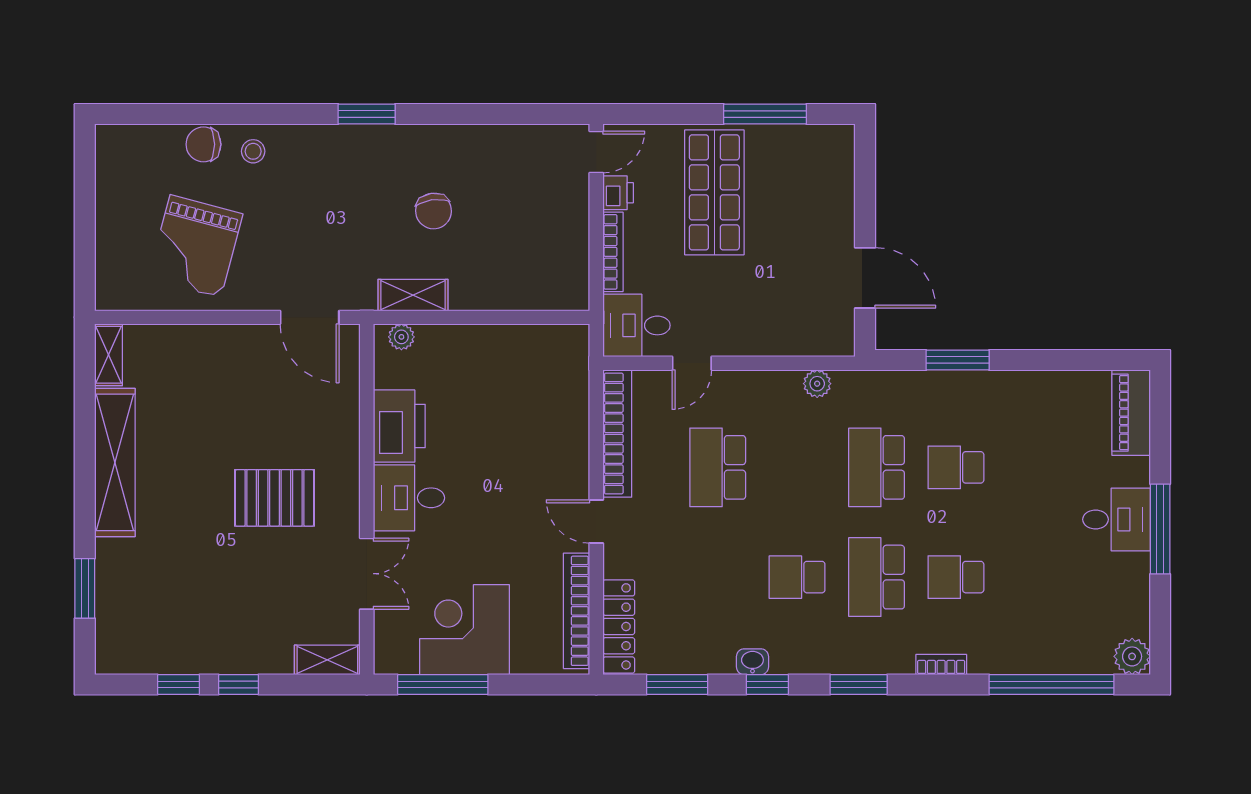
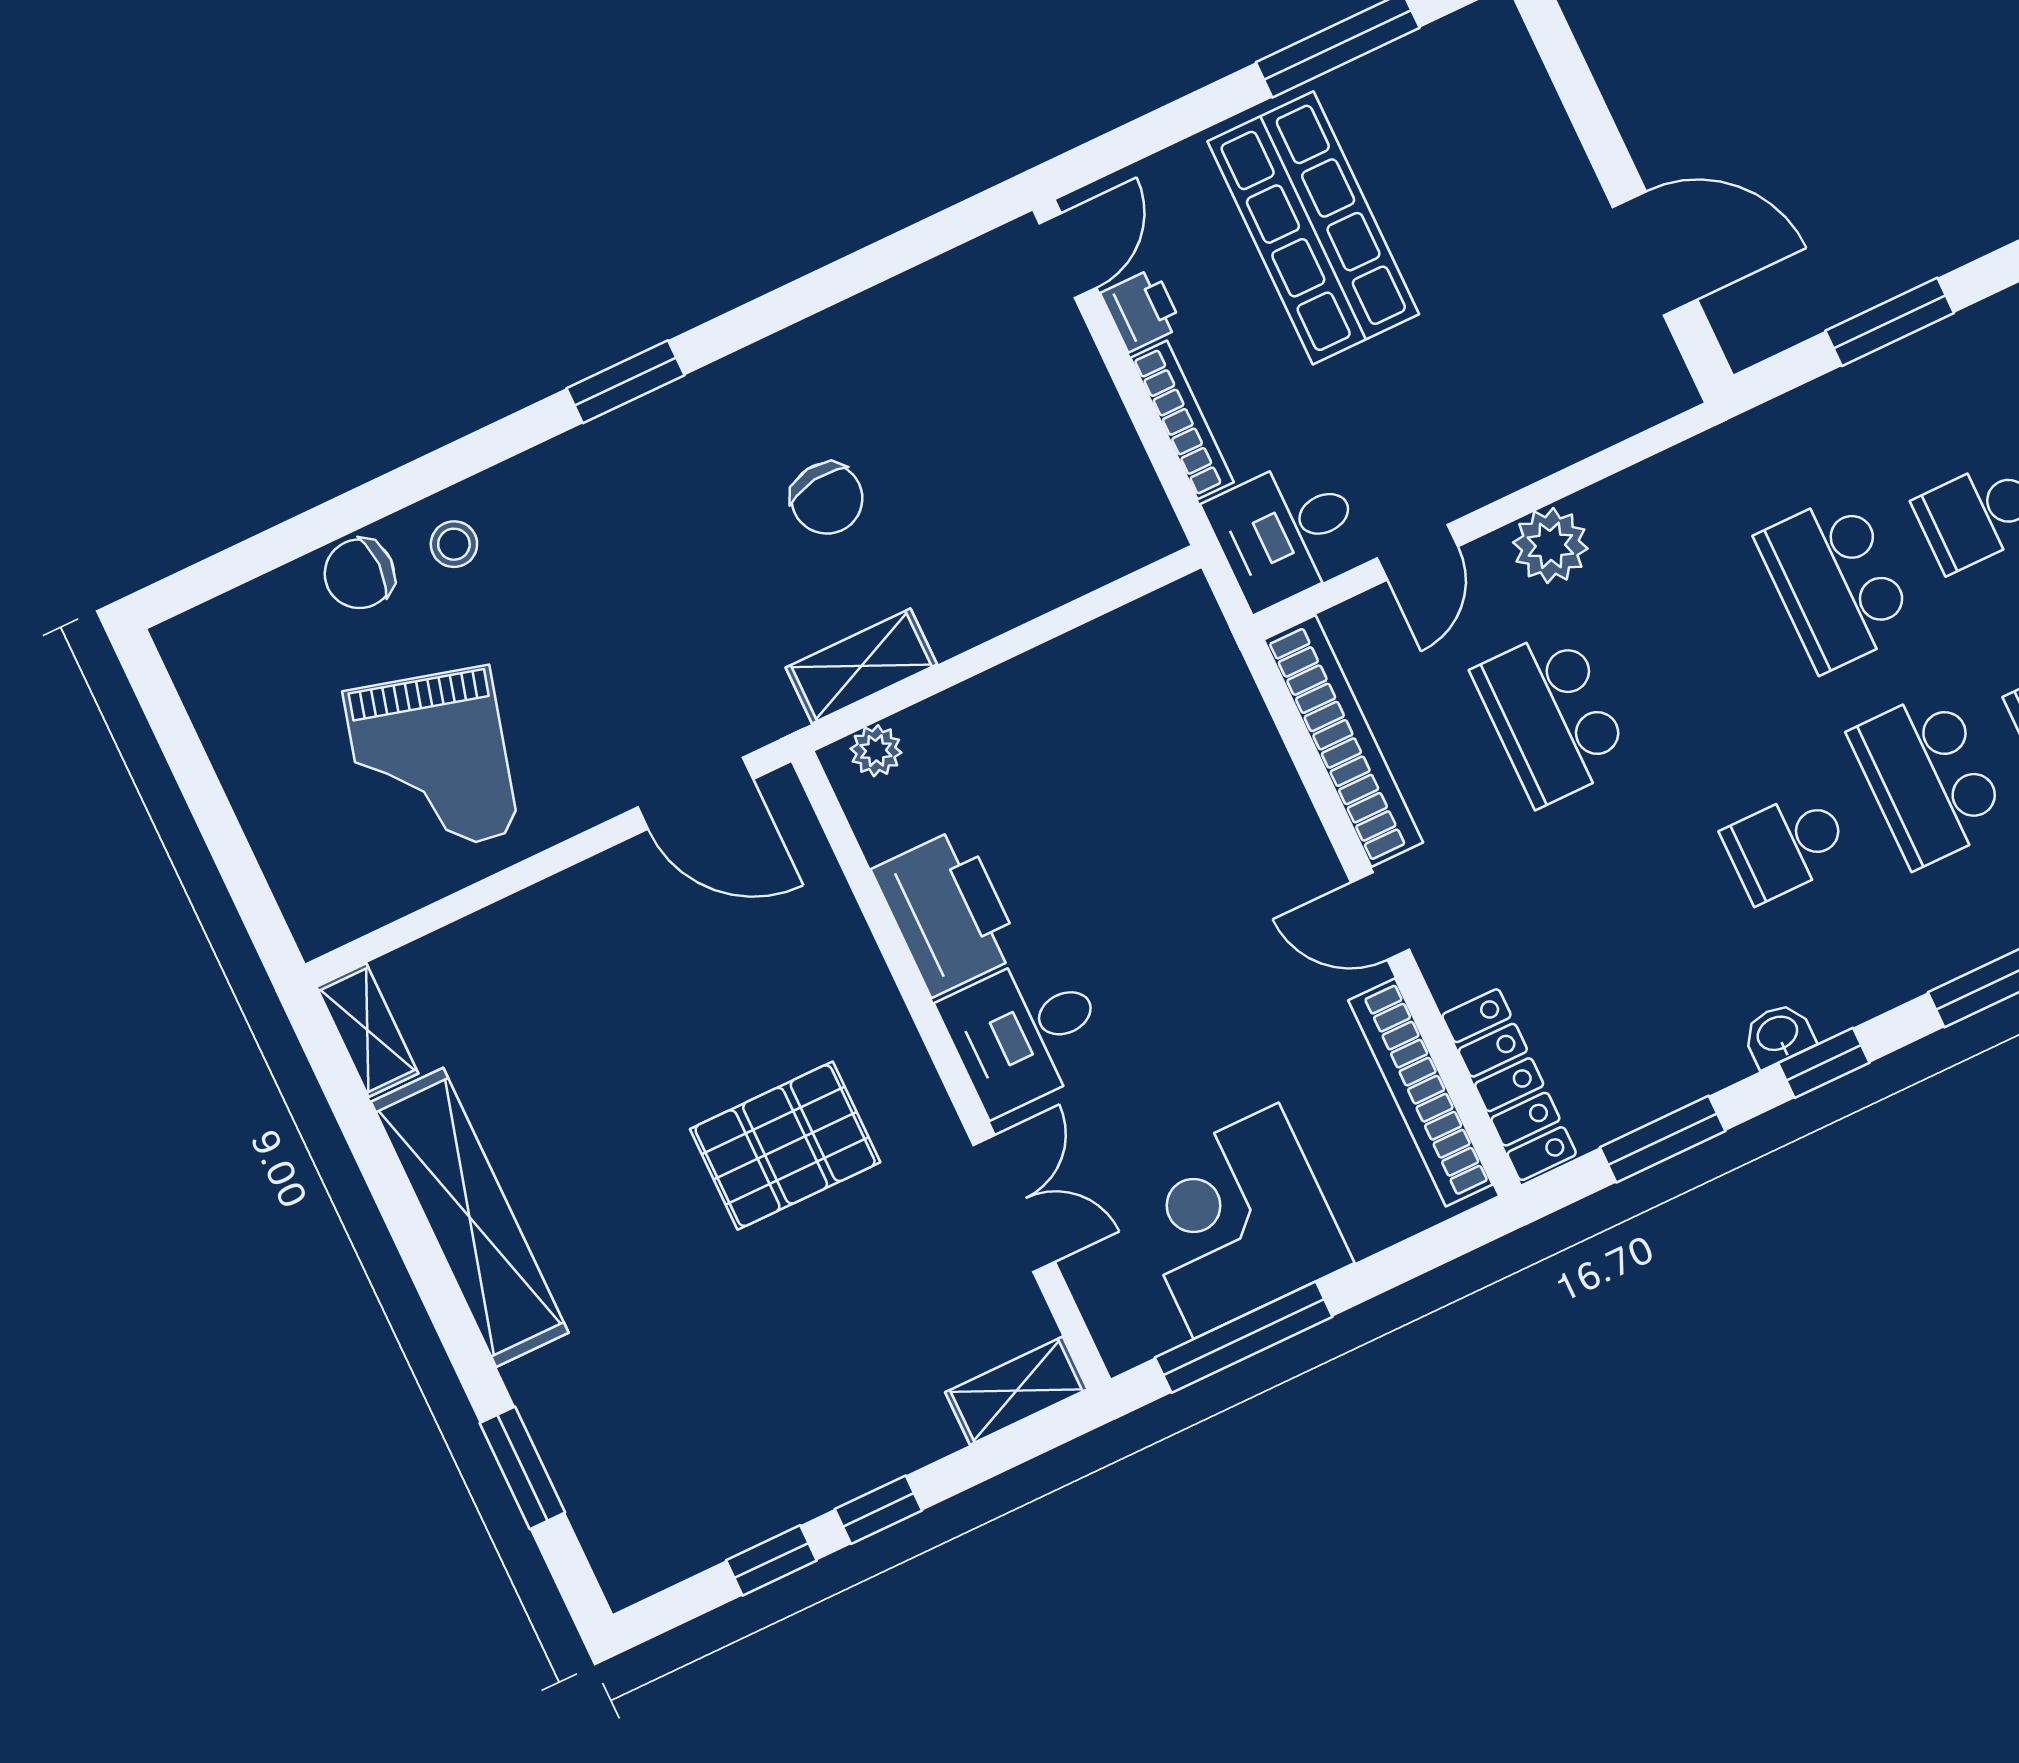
plant: (817, 384) -> (1550, 545), moved, width x1.38, depth x1.38

